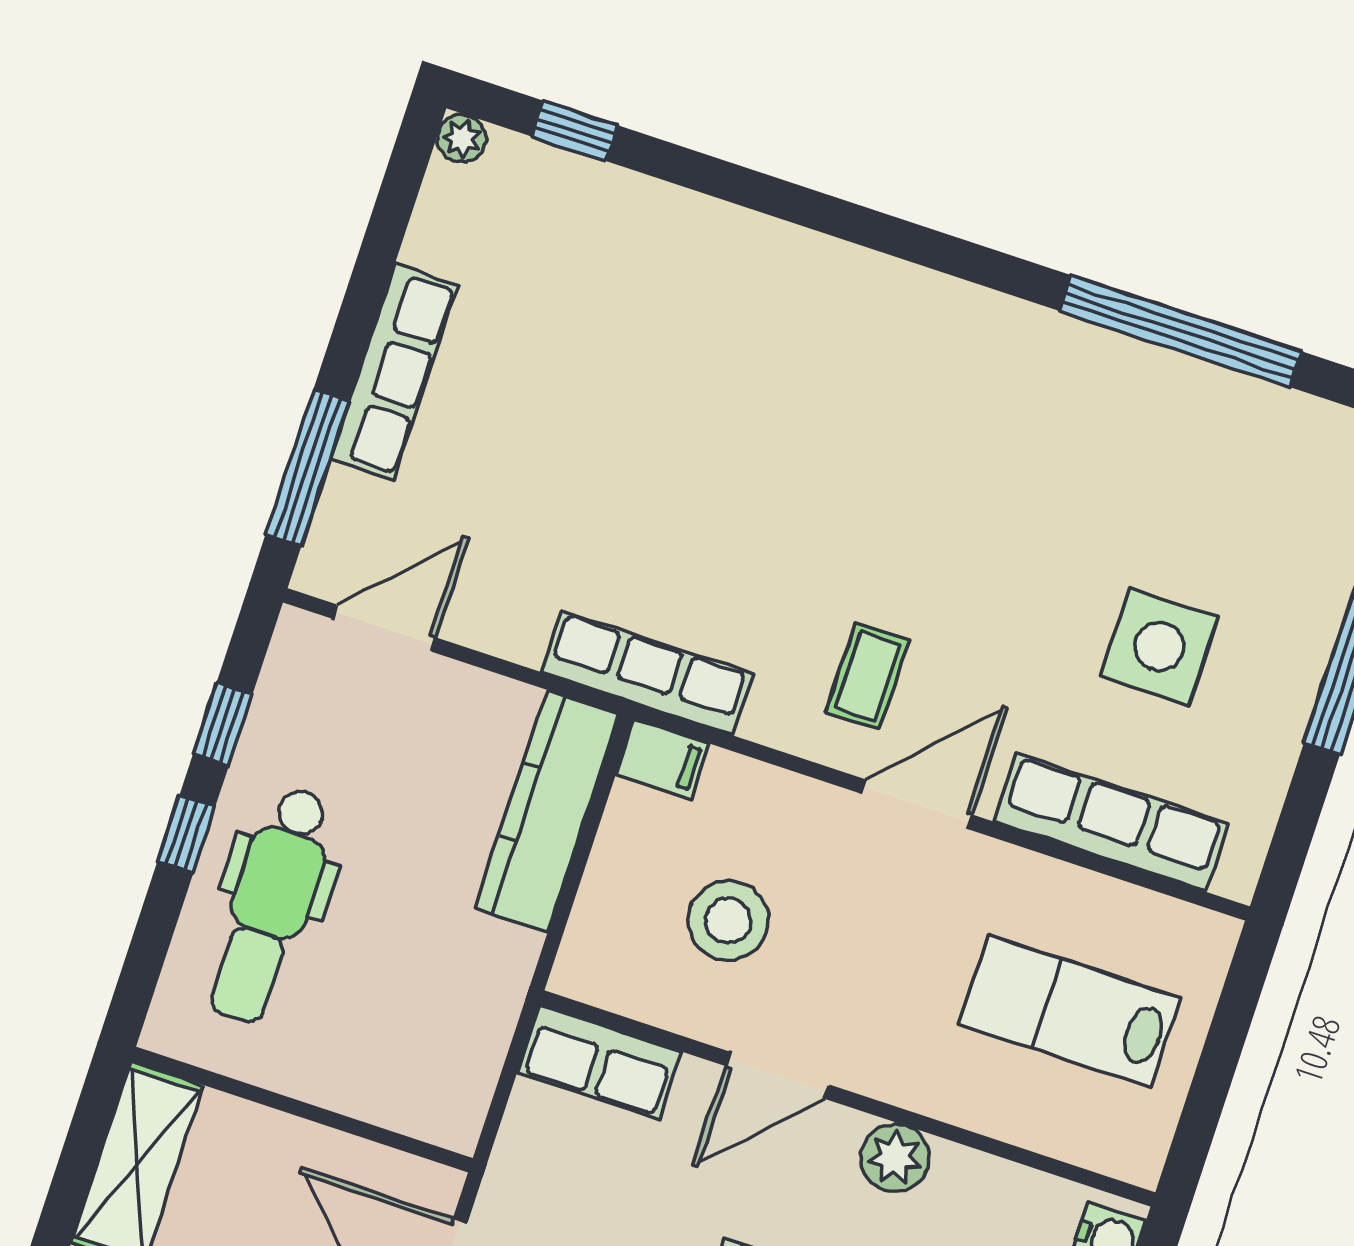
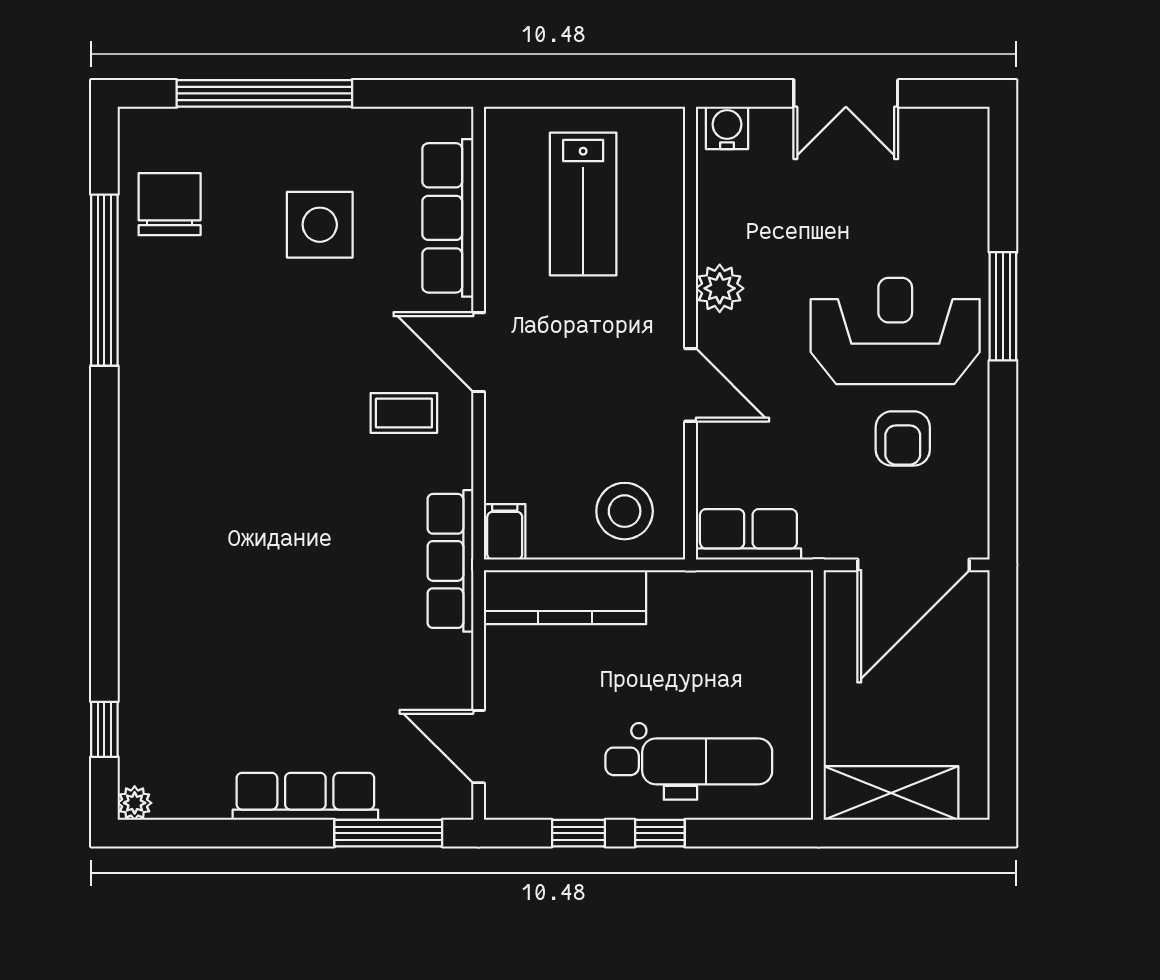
chair: (1254, 453) -> (170, 204), added
stool: (728, 921) -> (625, 511), moved
row of seats: (599, 1062) -> (748, 534), moved, turned -90

